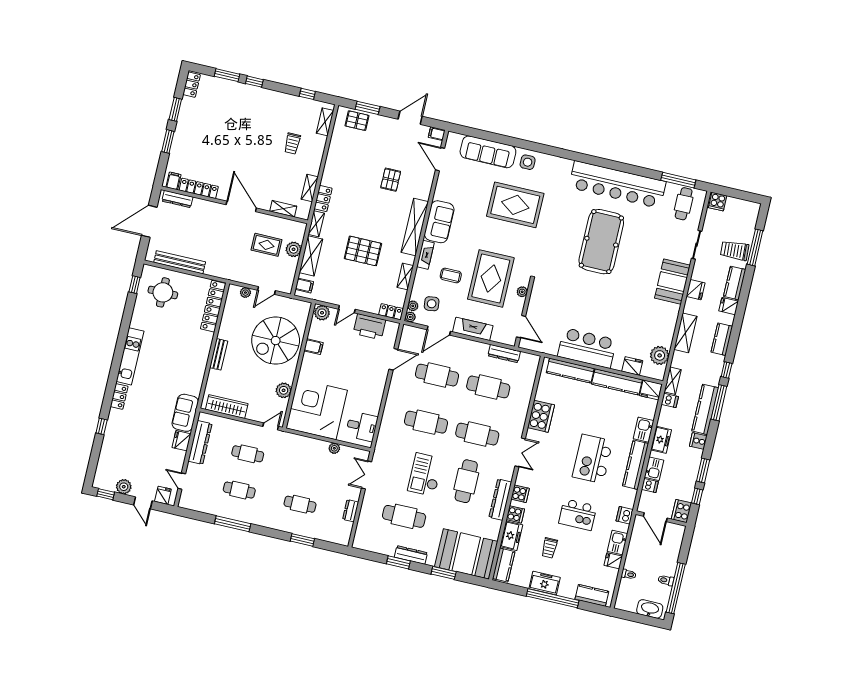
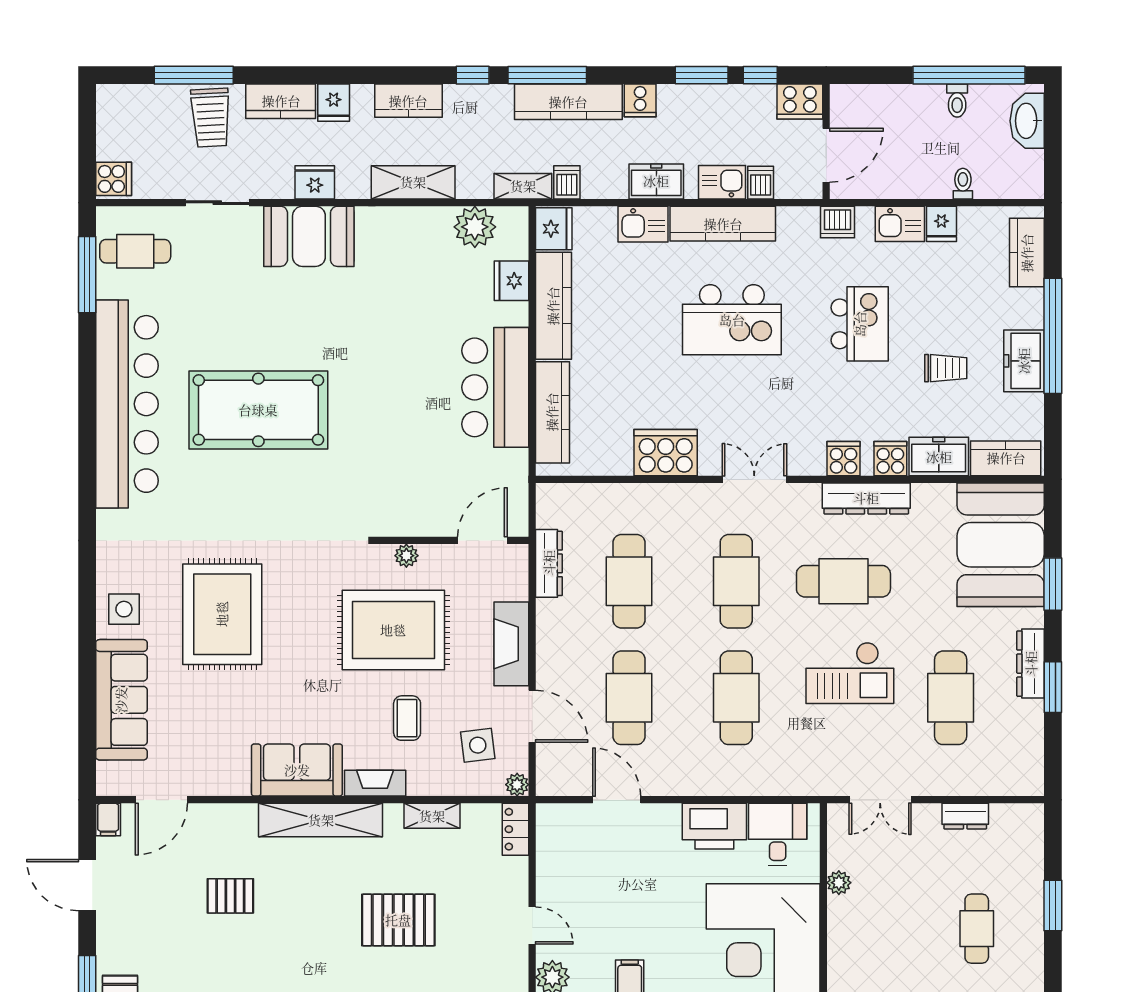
pallet: (363, 251) -> (398, 920), turned 90
plant: (413, 306) -> (492, 785), removed
printer: (369, 327) -> (714, 826), moved, turned 90

